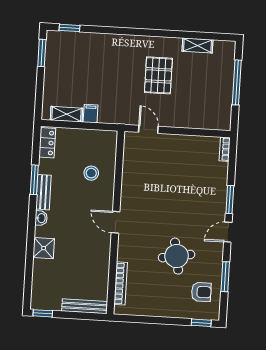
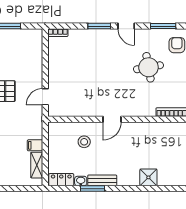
washbasin: (41, 218) -> (81, 181), moved
door: (116, 222) -> (112, 119), moved

